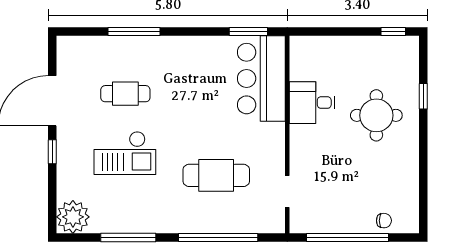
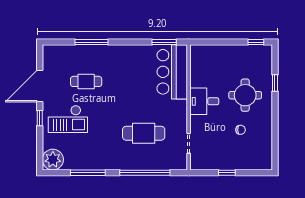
desk: (312, 103) -> (204, 101), moved
checkout: (125, 153) -> (68, 119), moved
chair: (384, 221) -> (241, 130), moved
window: (347, 238) -> (227, 173), width x0.32

